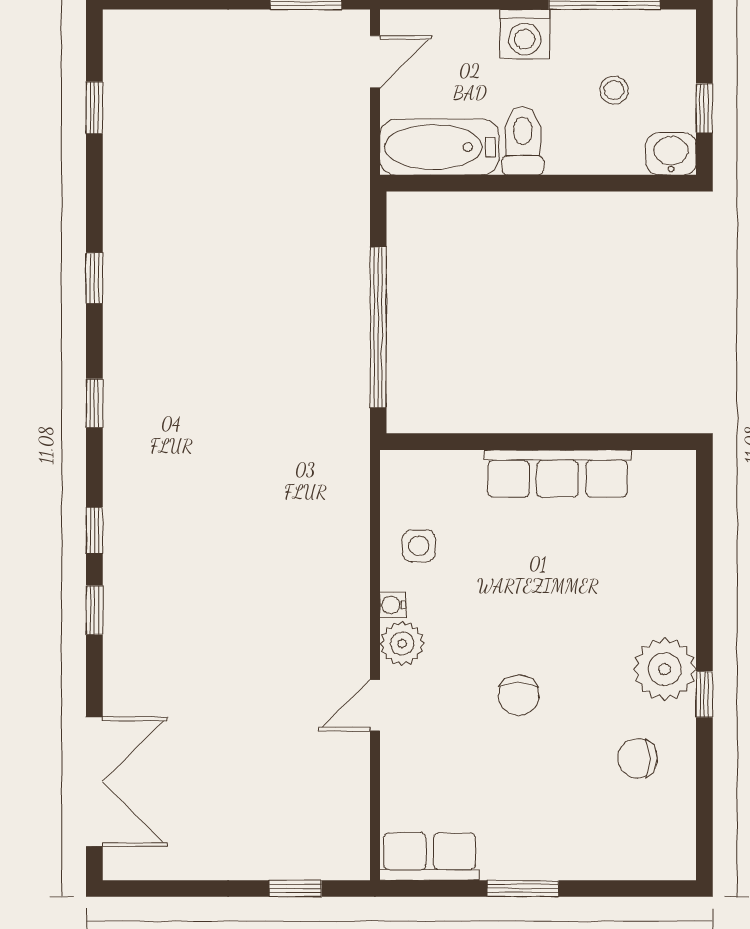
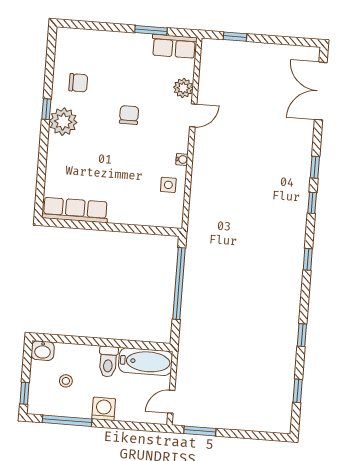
window: (704, 108) -> (24, 393), moved
window: (94, 278) -> (302, 335), moved
row of seats: (558, 474) -> (75, 210), moved
plant: (402, 643) -> (183, 88), moved
window: (523, 888) -> (151, 30), moved

